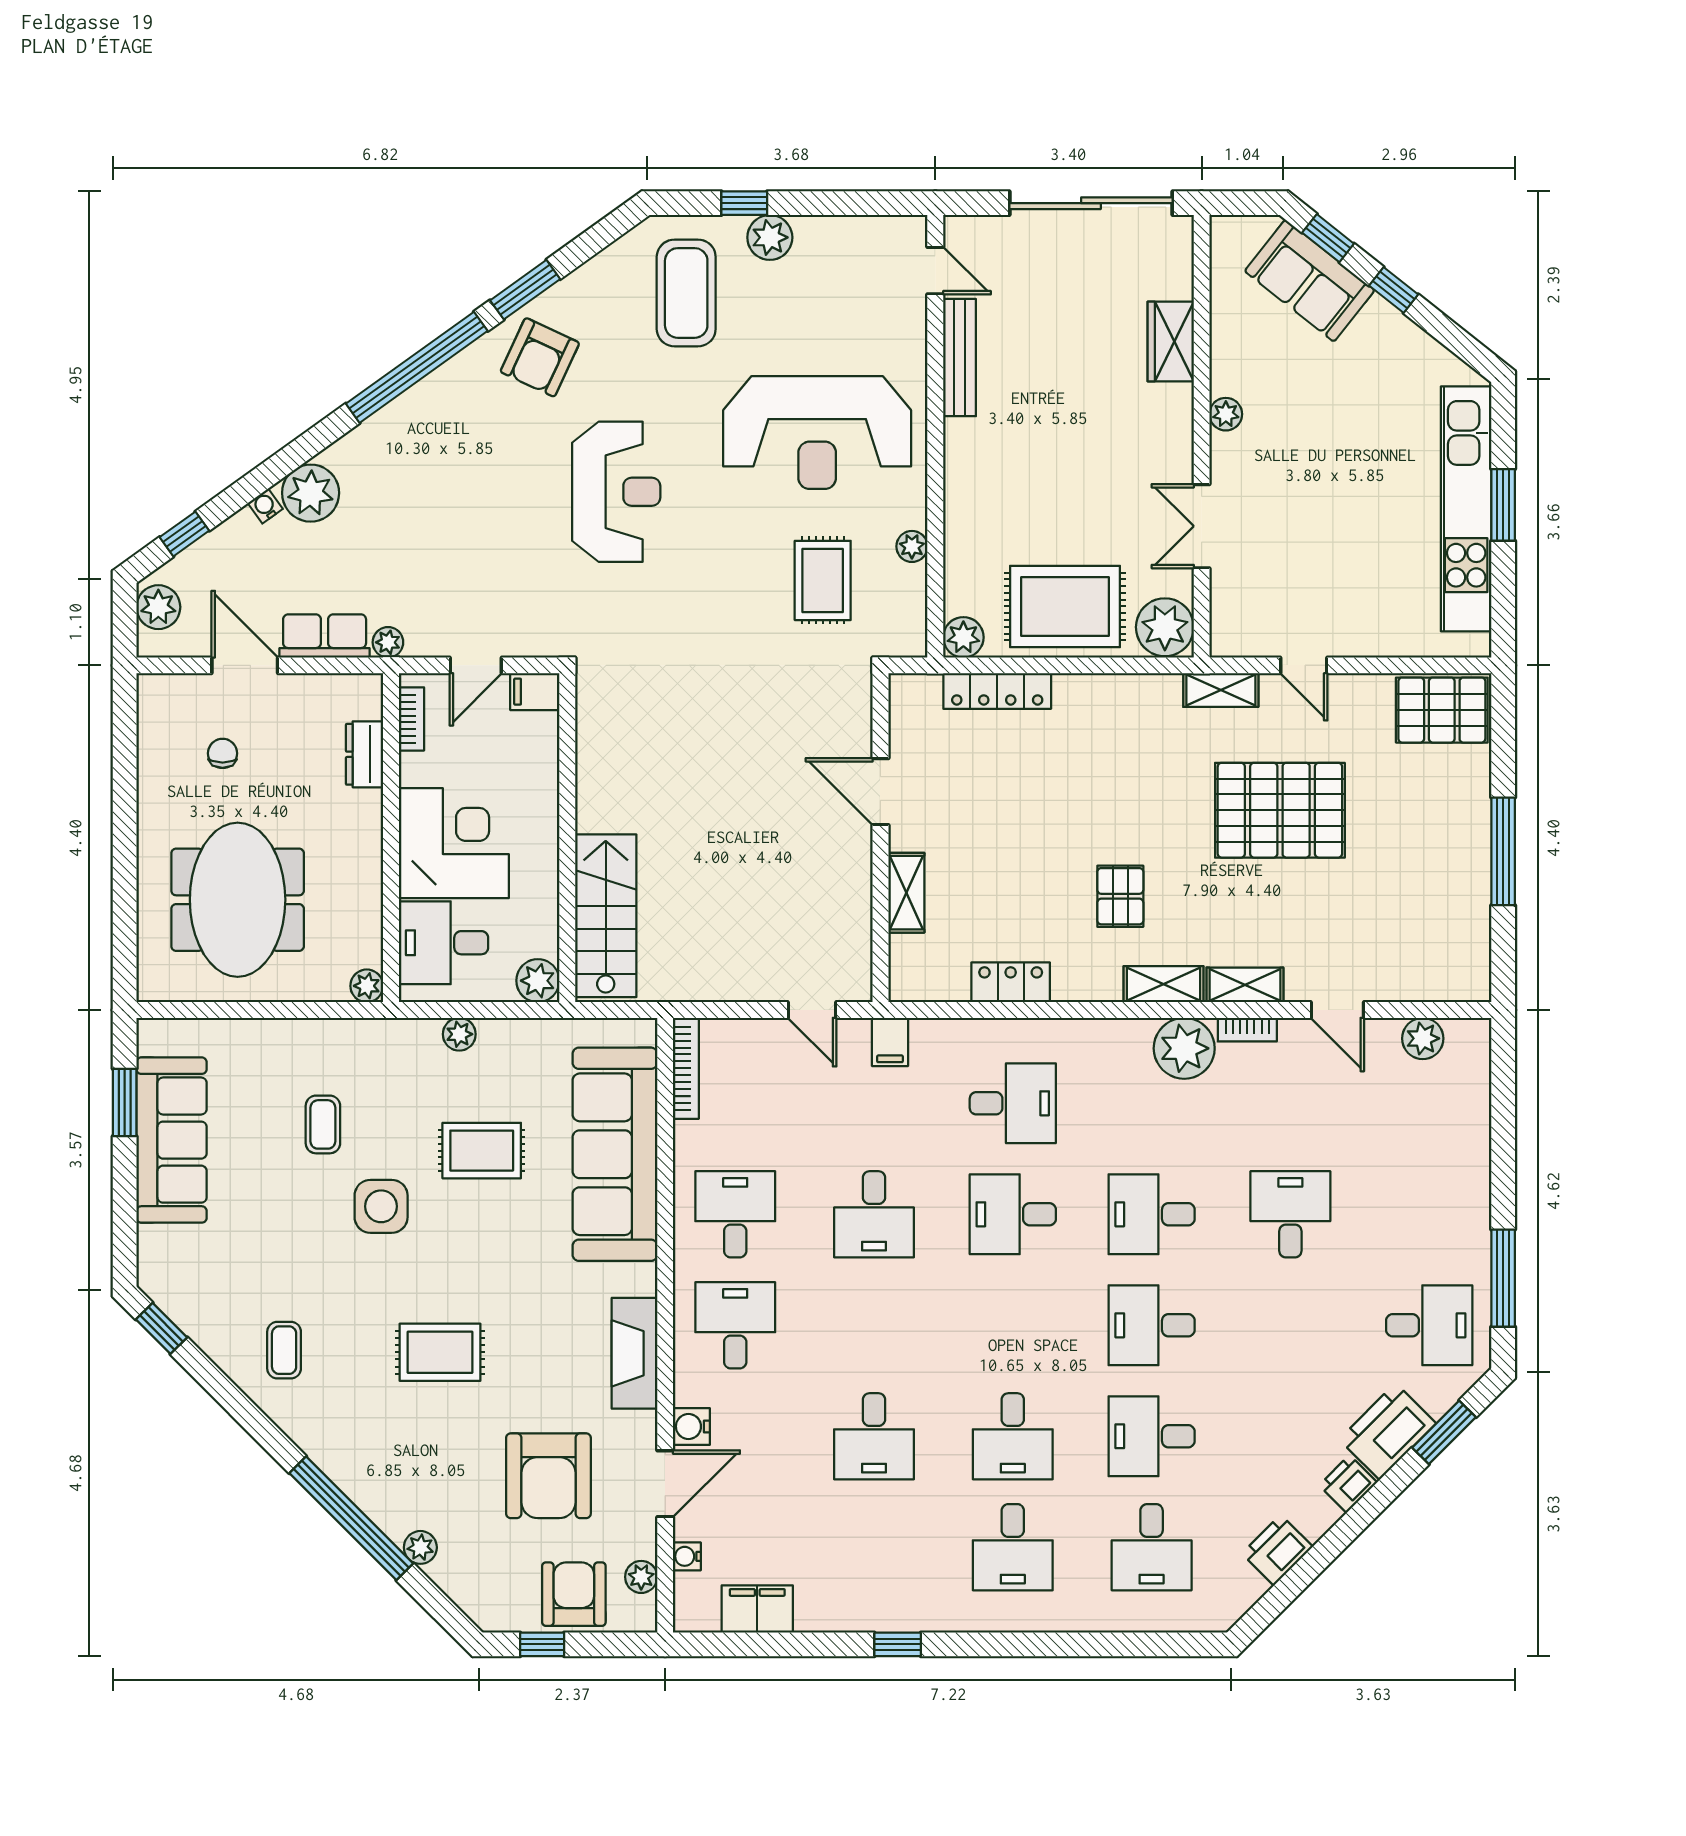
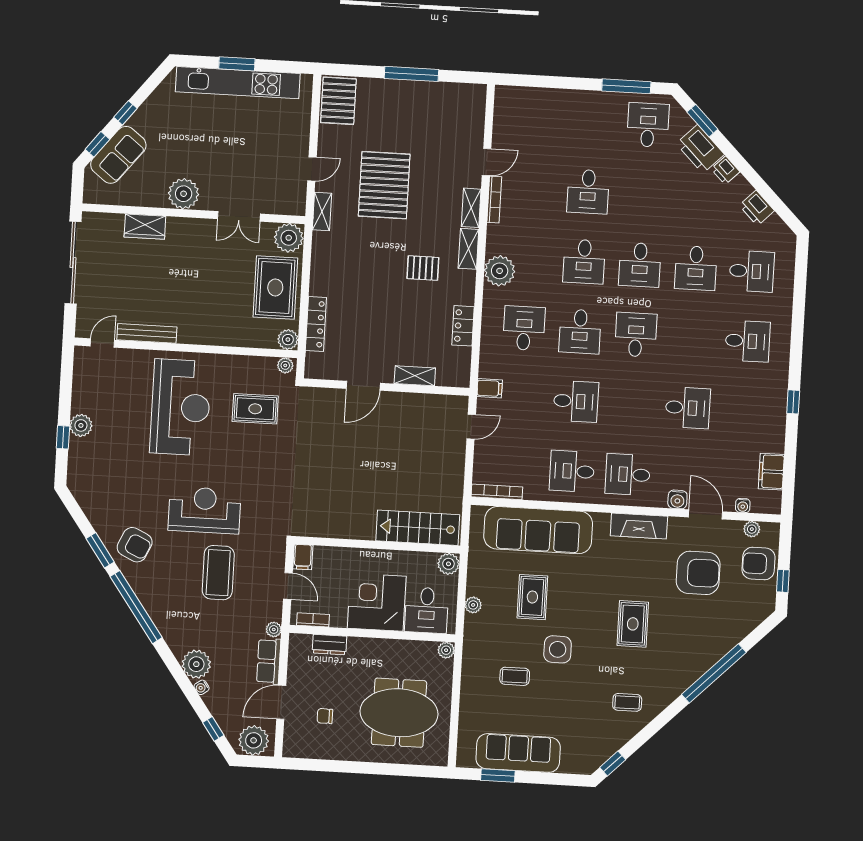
coffee table: (686, 293) -> (218, 573), moved, turned 90
plant: (1226, 414) -> (184, 194), width x1.87, depth x1.87
plant: (912, 546) -> (285, 365), moved
plant: (158, 607) -> (254, 740), width x1.36, depth x1.36
bookcase: (1247, 1030) -> (494, 200), width x1.56
plant: (1423, 1038) -> (503, 120), removed
plant: (1184, 1048) -> (500, 271), moved
desk: (1290, 1214) -> (588, 192), turned -90
desk: (1013, 1436) -> (636, 335), moved, turned -90
plant: (420, 1547) -> (731, 639), removed

